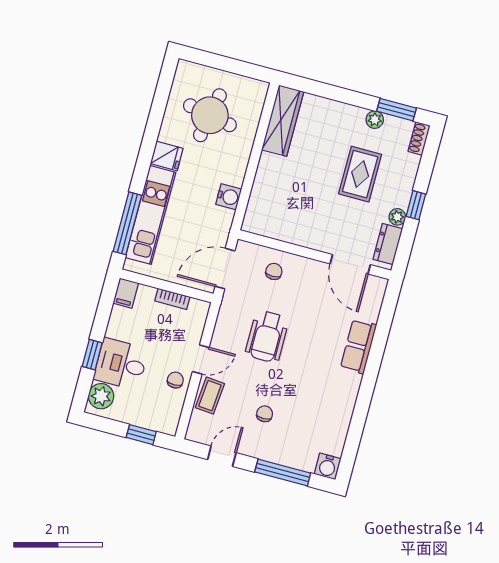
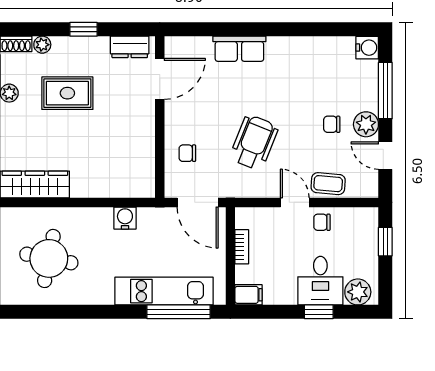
fridge: (167, 156) -> (101, 291), removed
plant: (397, 217) -> (42, 45), moved
wheelchair: (267, 336) -> (254, 142), turned -68
plant: (256, 446) -> (366, 124), added

